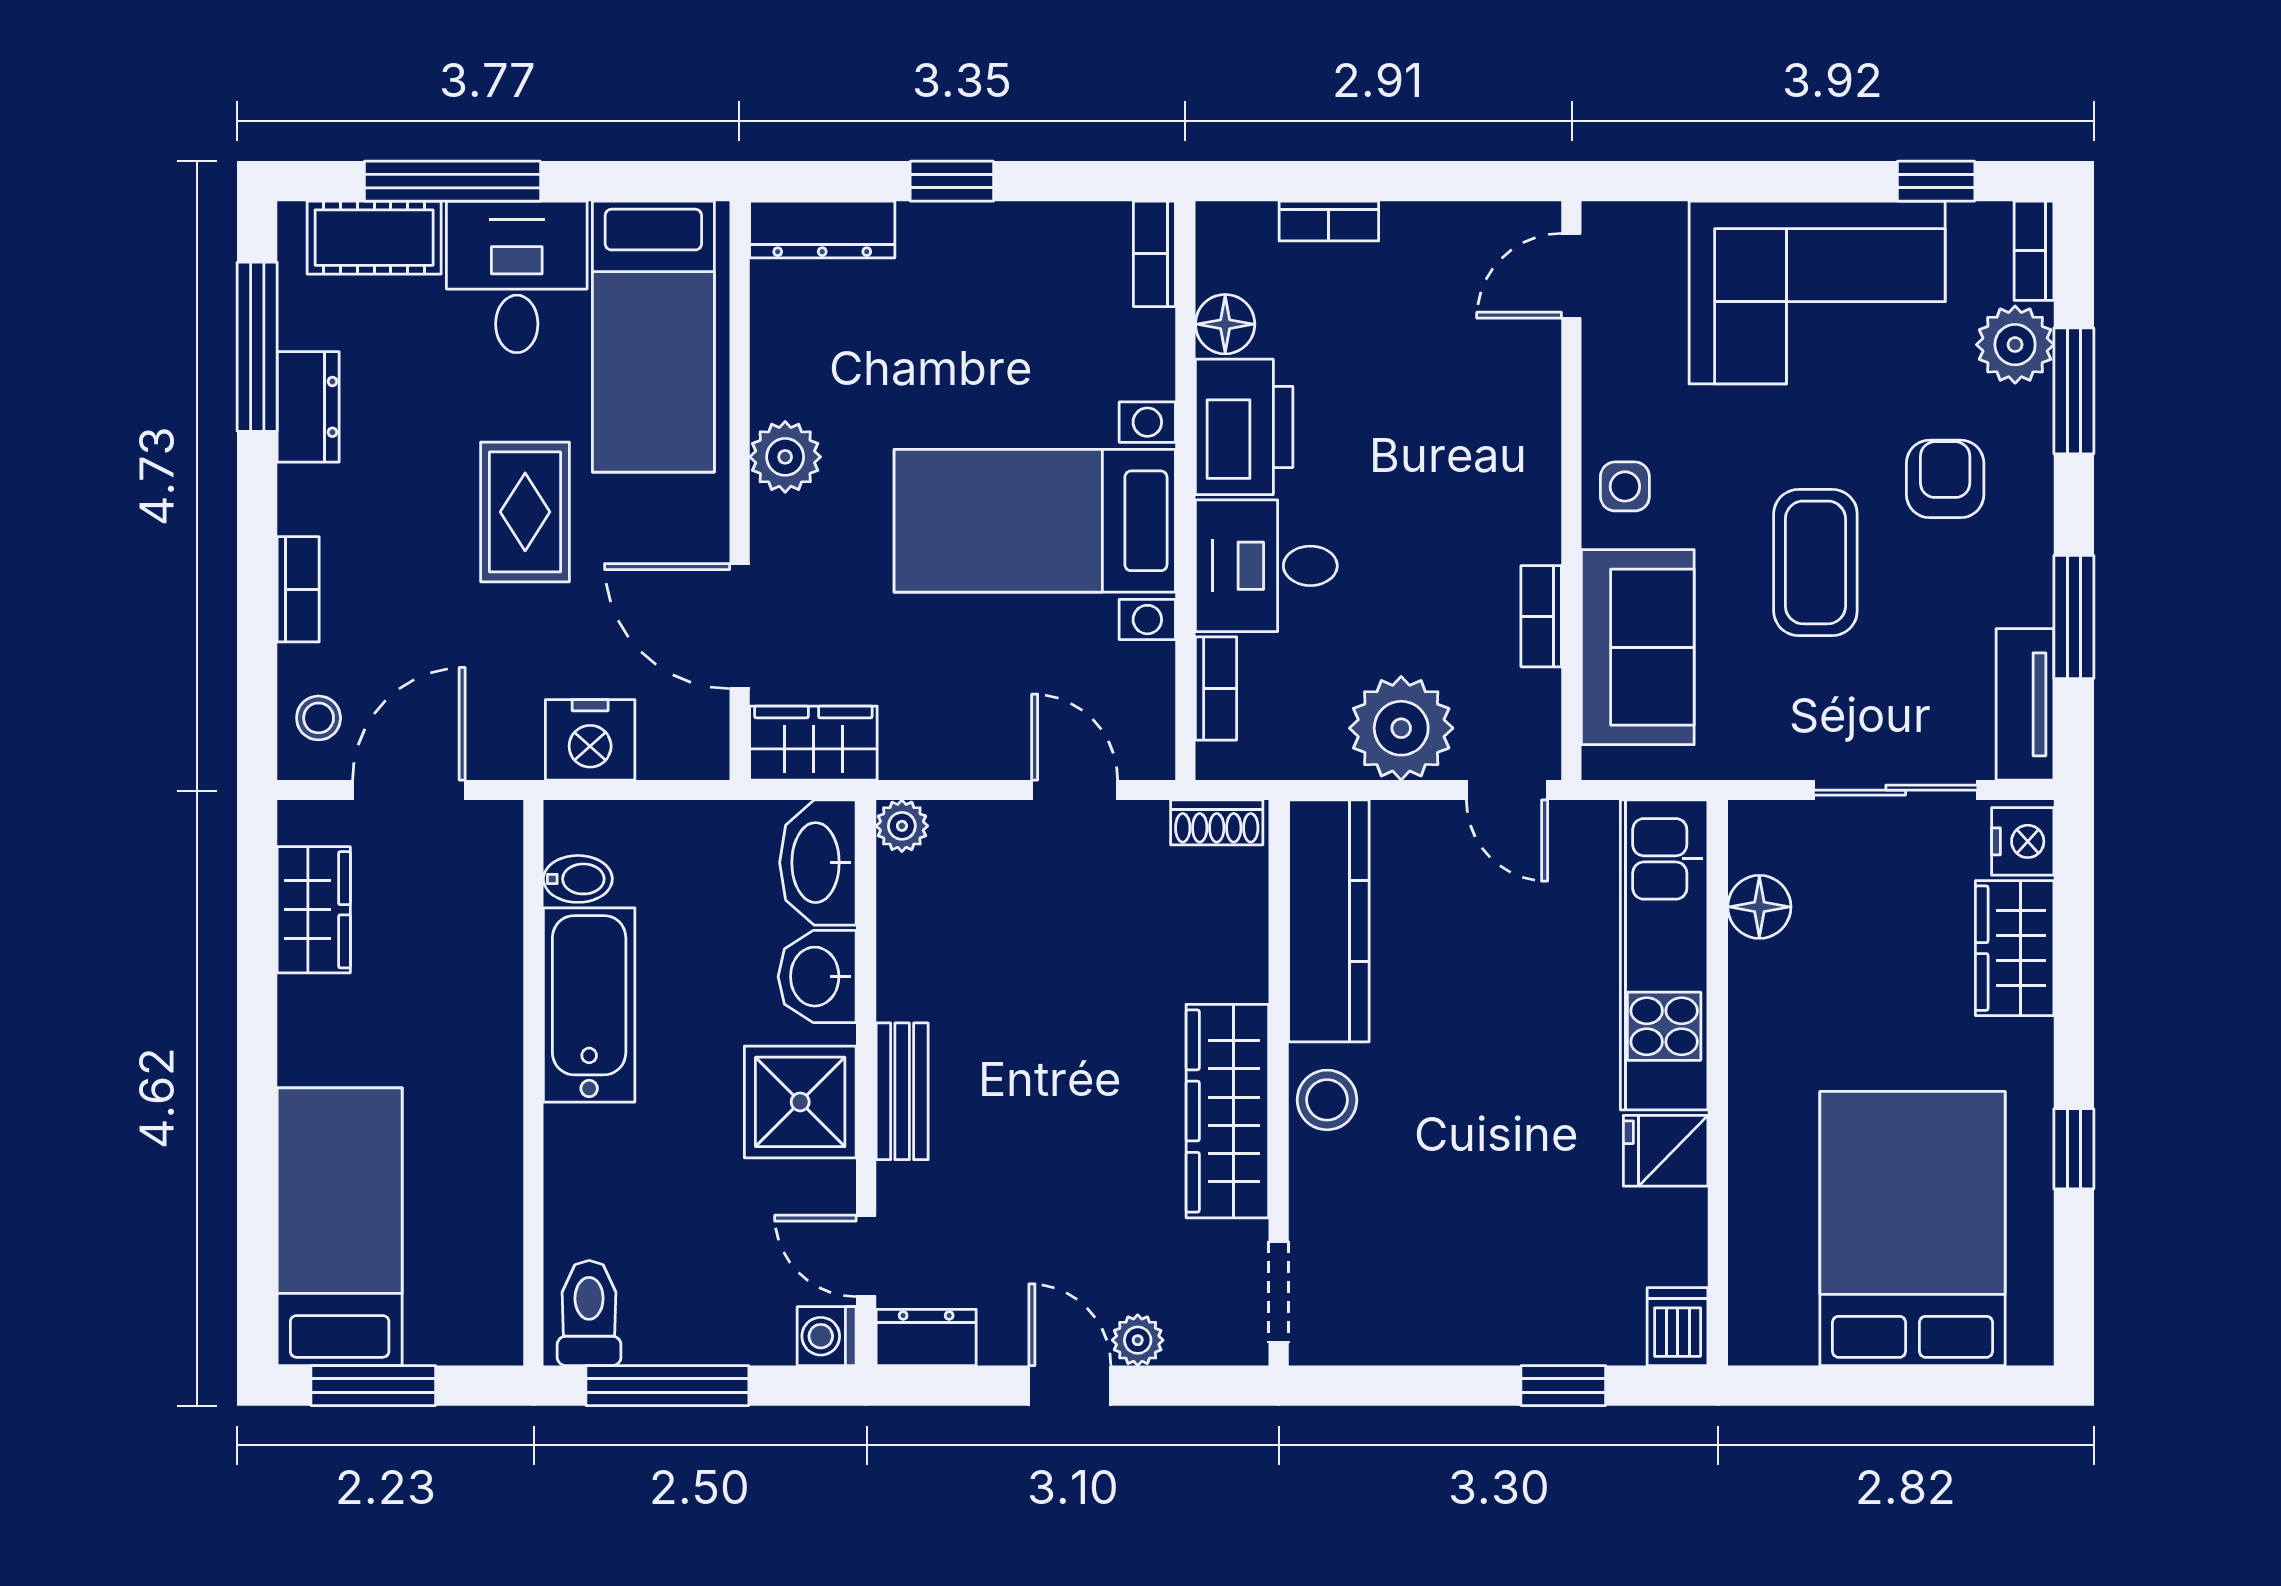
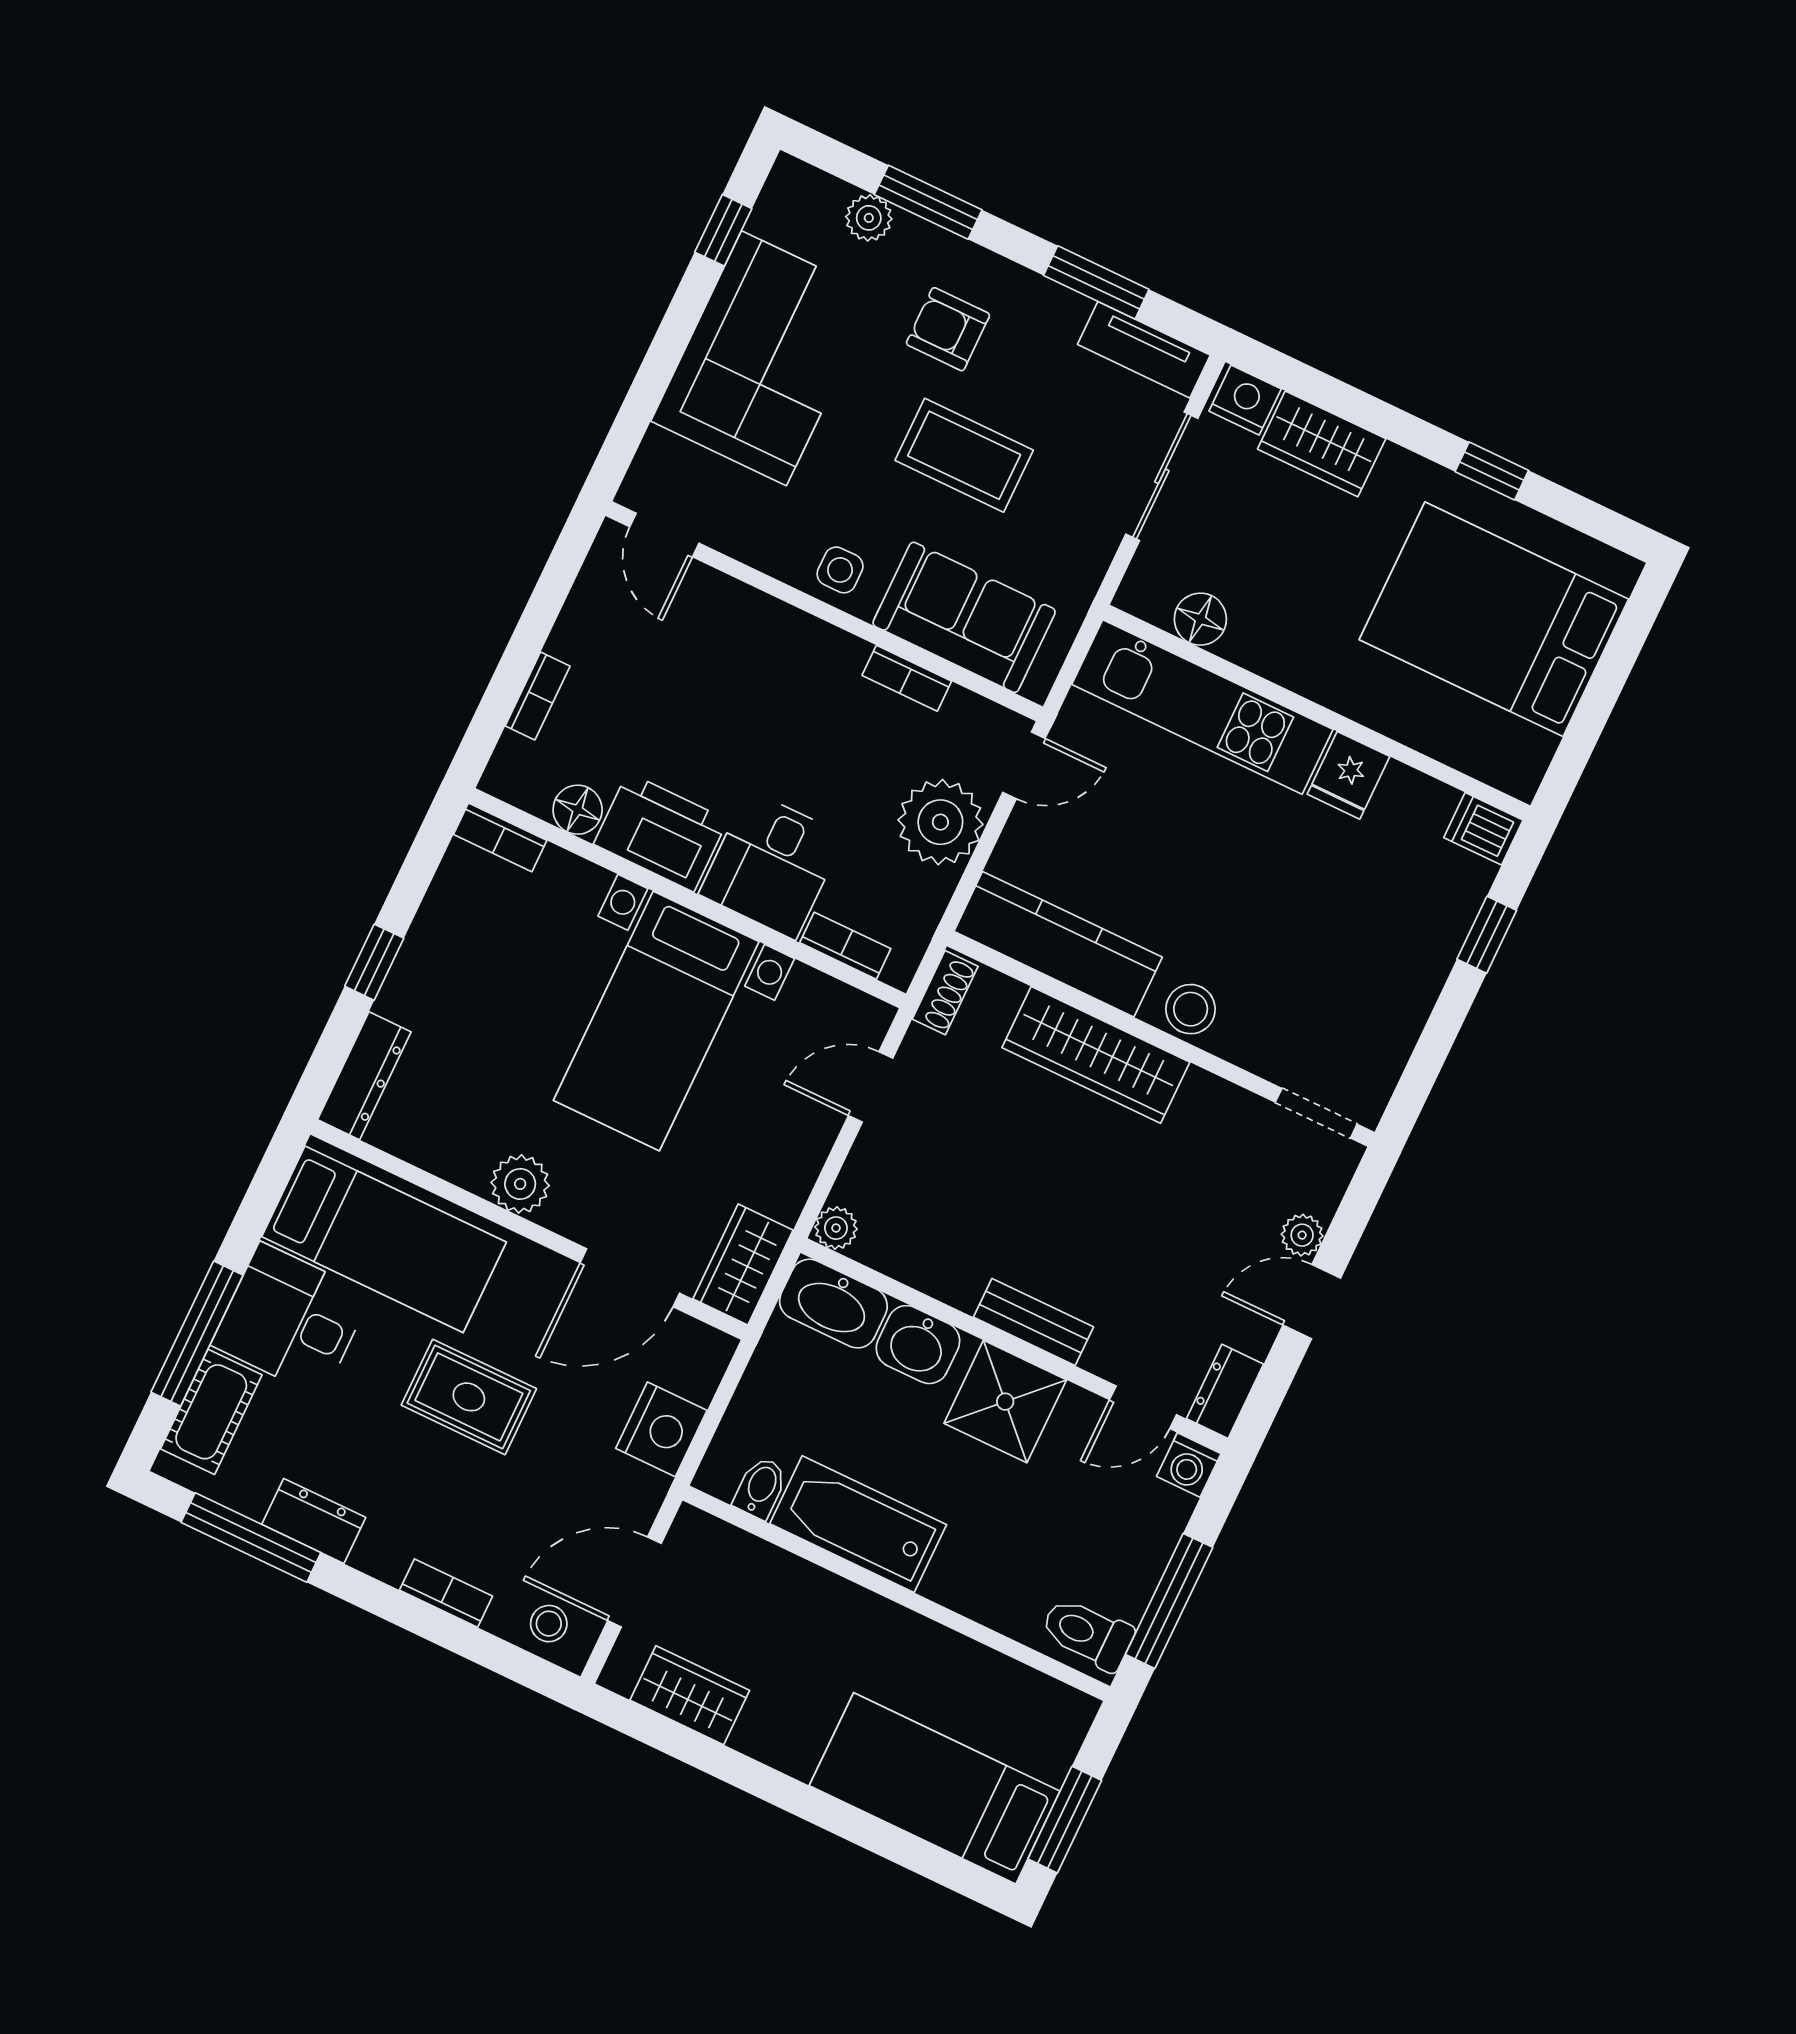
bookcase: (2034, 251) -> (810, 182), removed
plant: (2015, 345) -> (869, 218), width x0.73, depth x0.73
door: (409, 790) -> (634, 1582), hinge flipped
wardrobe: (1227, 1111) -> (1096, 1055), moved

